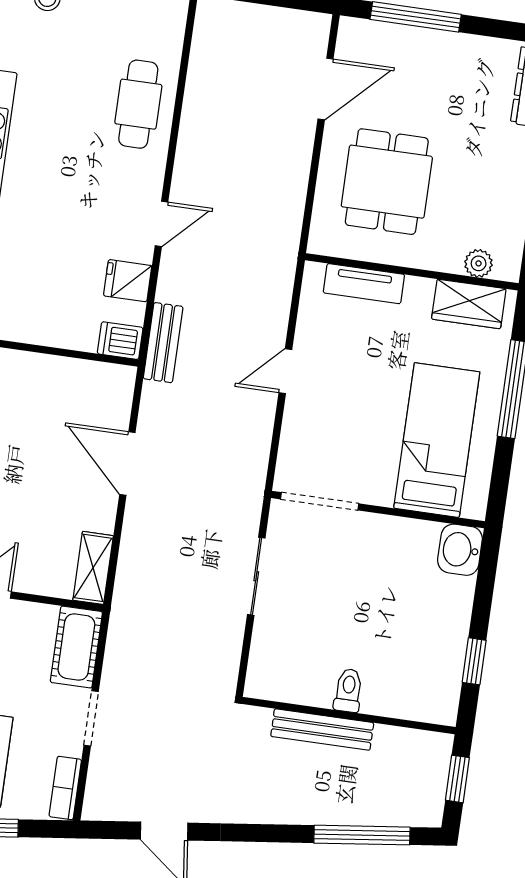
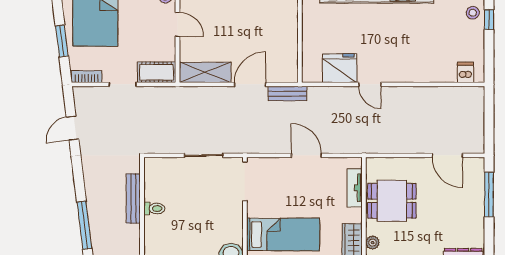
cafe table: (138, 104) -> (427, 65), removed
dining table: (387, 182) -> (392, 201), moved
fridge: (128, 281) -> (340, 68), width x1.88, depth x1.34
dishwasher: (120, 341) -> (465, 72), moved
bench: (163, 343) -> (288, 94), moved
door: (285, 371) -> (306, 155), width x1.38
shelving: (93, 568) -> (205, 72), width x1.50, depth x1.33

